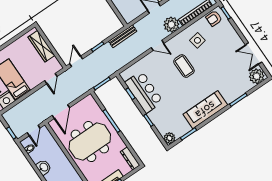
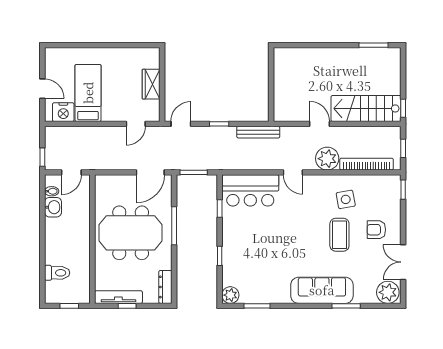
armchair: (214, 18) -> (376, 230), moved
wardrobe: (41, 46) -> (151, 84), width x0.67
coffee table: (184, 66) -> (339, 235), moved
bar counter: (144, 92) -> (250, 190), moved, turned 90
sofa: (205, 110) -> (322, 290), moved
door: (61, 112) -> (150, 172), moved
washbasin: (44, 167) -> (53, 207), moved

